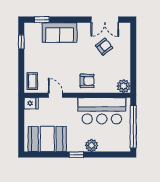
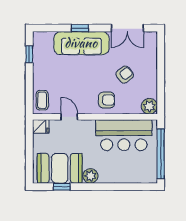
window: (42, 20) -> (80, 28), moved
sofa: (60, 32) -> (81, 43), width x1.36
armchair: (104, 47) -> (125, 75), moved
plant: (92, 145) -> (90, 176), moved
window: (76, 155) -> (62, 187), moved

